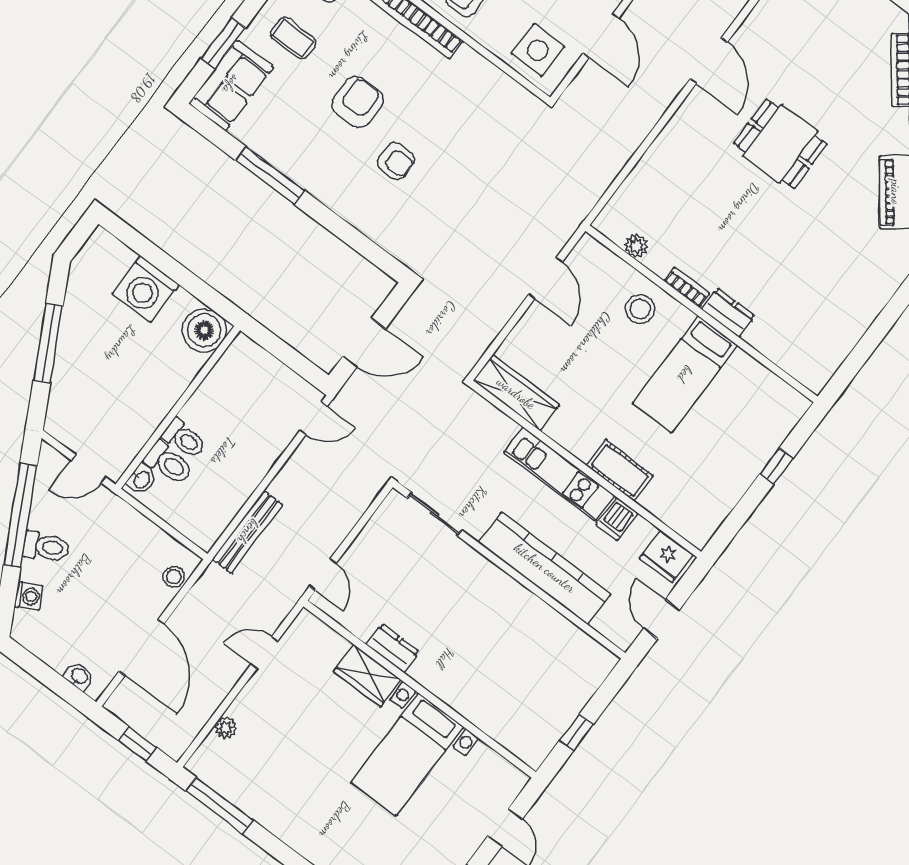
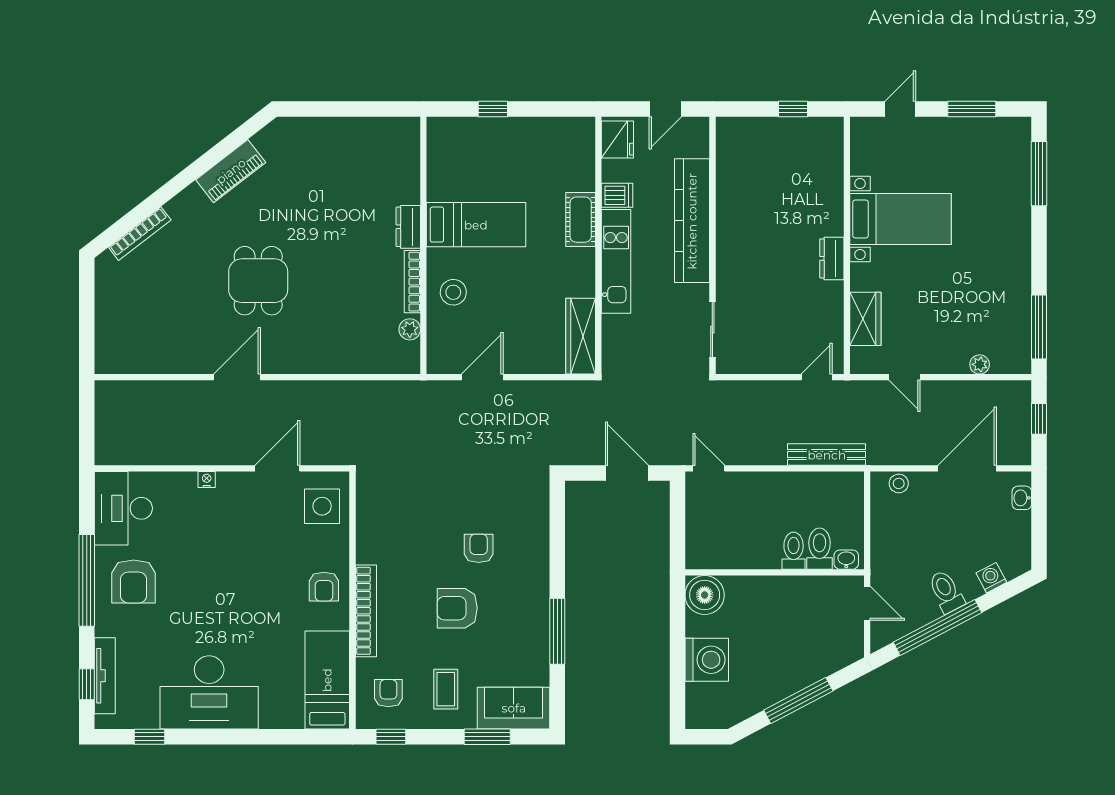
bookcase: (687, 287) -> (412, 282), width x1.56
dresser: (393, 648) -> (832, 258), moved
wardrobe: (367, 676) -> (865, 319), moved

